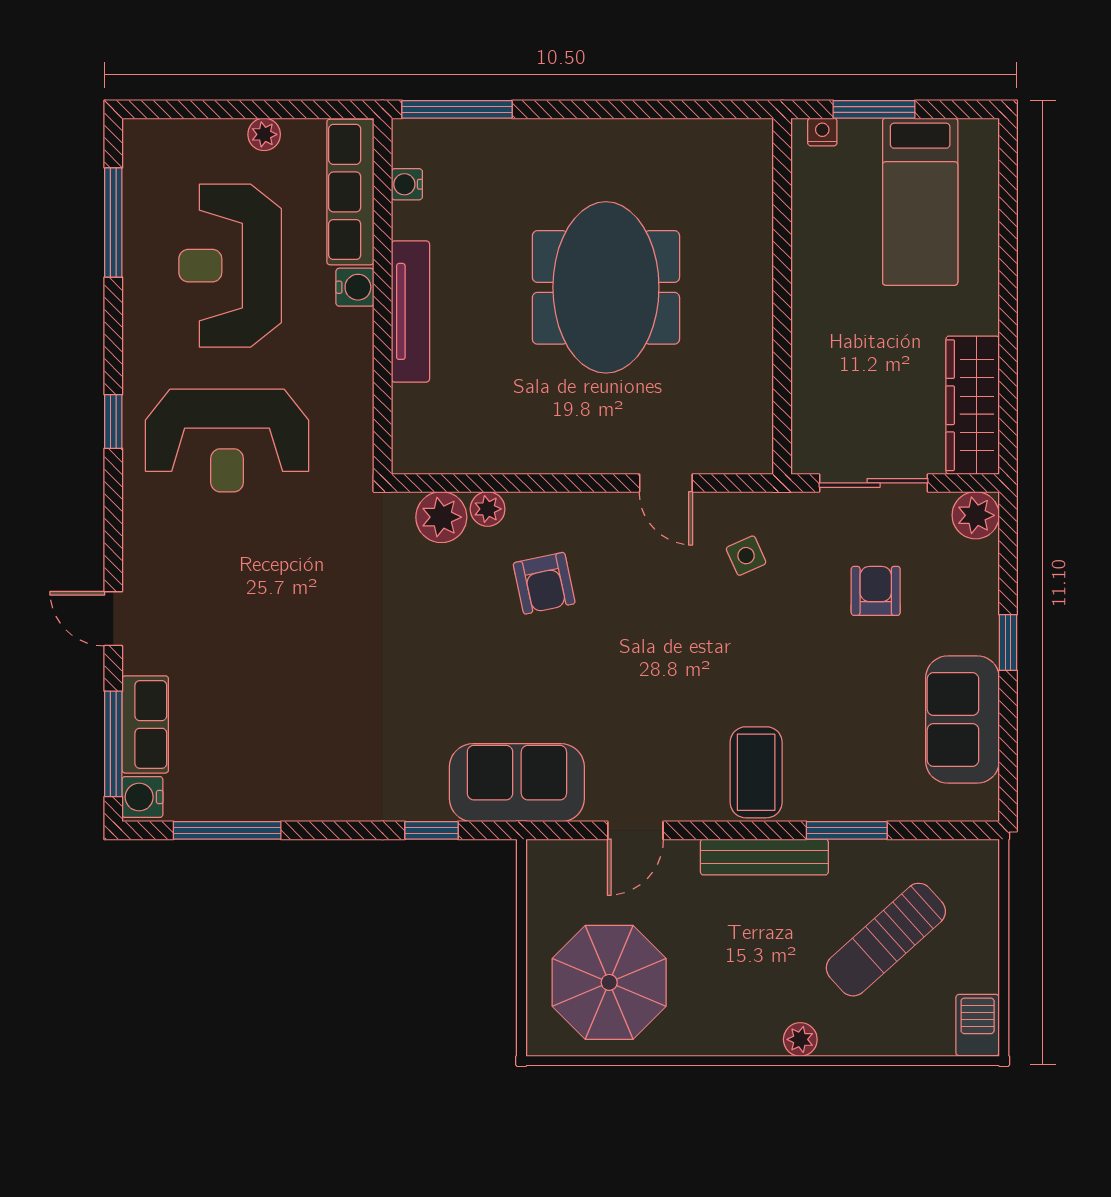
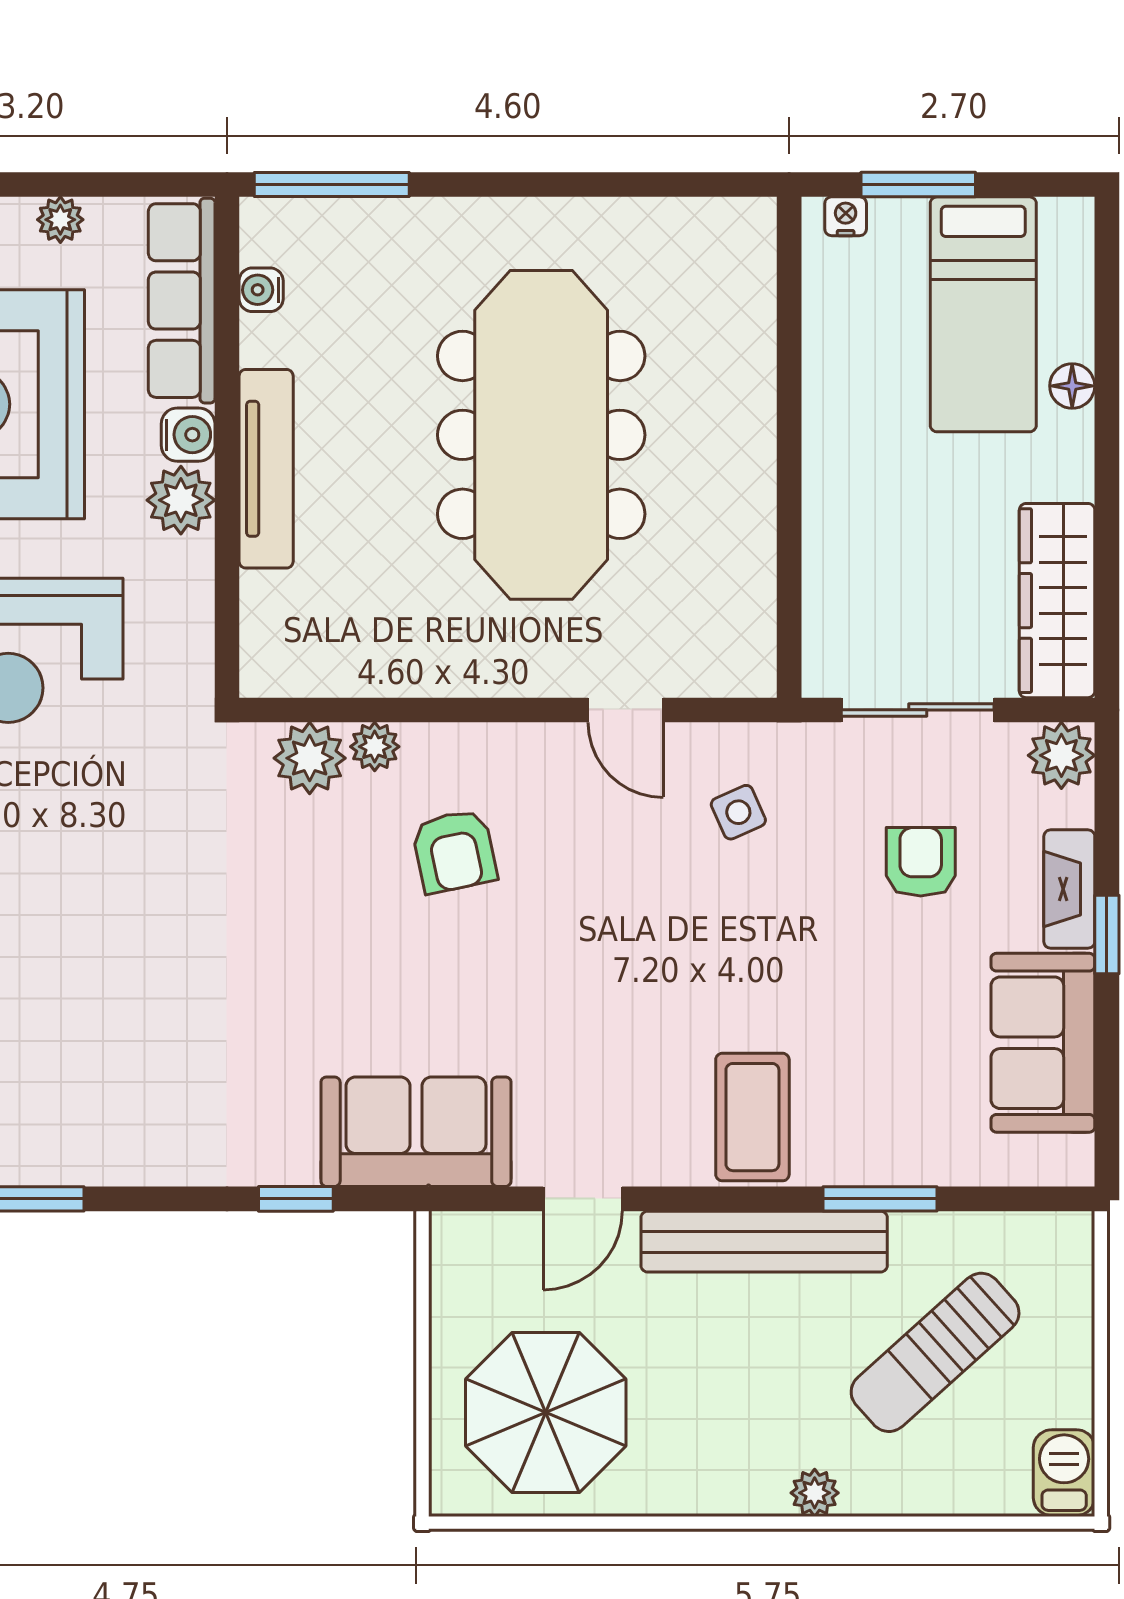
floor lamp: (983, 253) -> (1072, 386), added
meeting table: (606, 287) -> (541, 435), width x1.36
plant: (350, 334) -> (181, 500), added
fireplace: (981, 610) -> (1069, 889), added
bench: (764, 857) -> (764, 1242), width x1.37, depth x1.21

